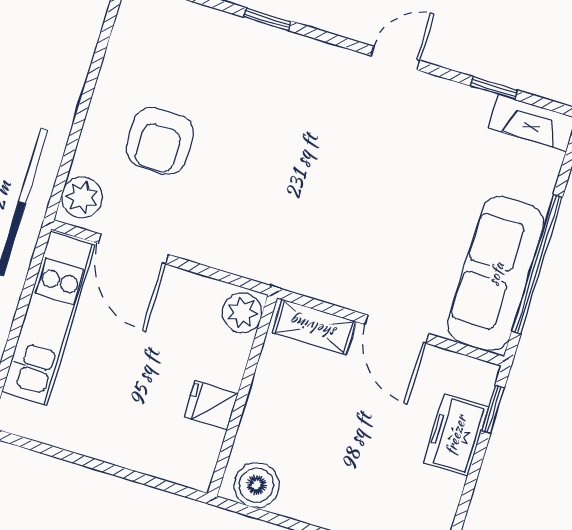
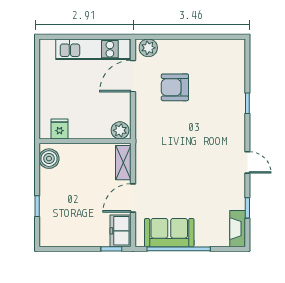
armchair: (160, 141) -> (175, 87), moved
sofa: (496, 274) -> (169, 233), width x0.73
fridge: (211, 405) -> (60, 129), moved
freezer: (456, 435) -> (121, 231), moved, turned -90

